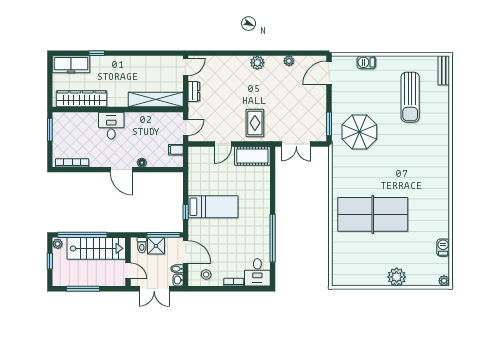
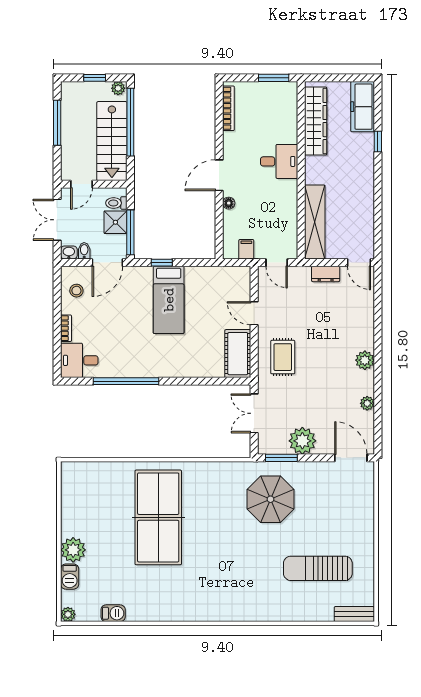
barbecue: (366, 62) -> (70, 577), moved, turned 180
plant: (316, 109) -> (302, 441), added
rug: (255, 123) -> (283, 357), turned 90

